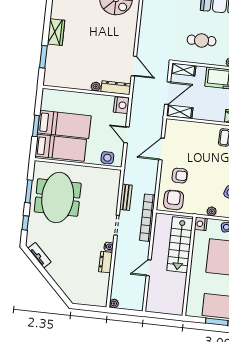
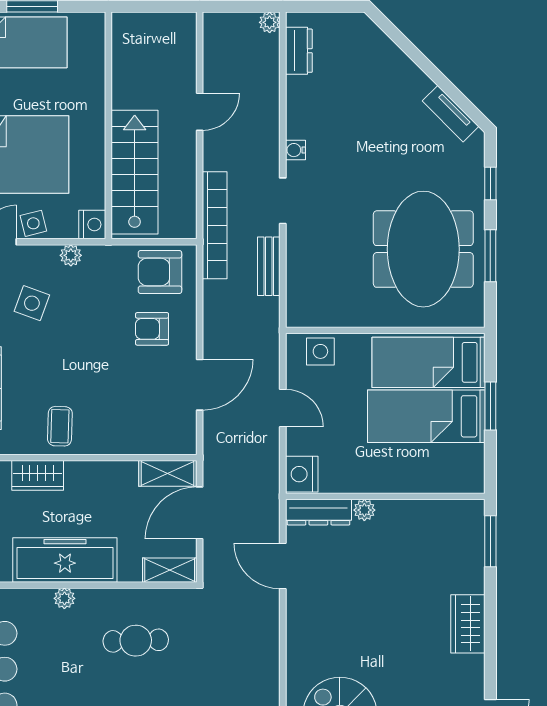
window: (43, 57) -> (490, 541), moved
armchair: (174, 200) -> (160, 272), turned 90
dresser: (106, 262) -> (299, 51), moved

